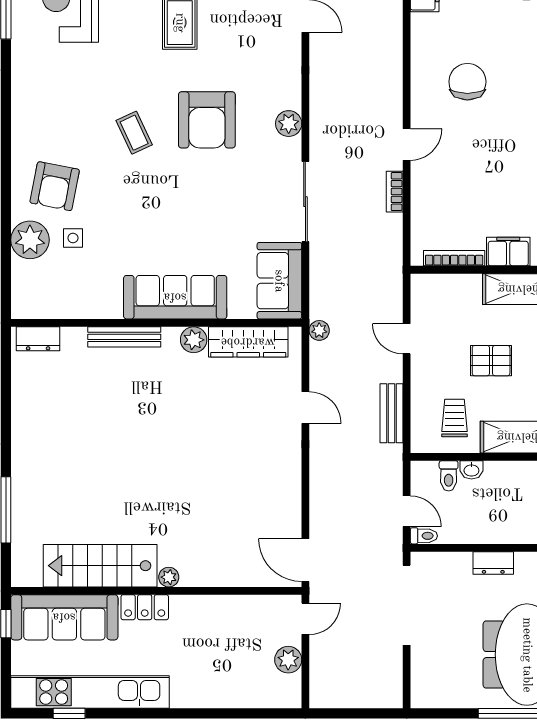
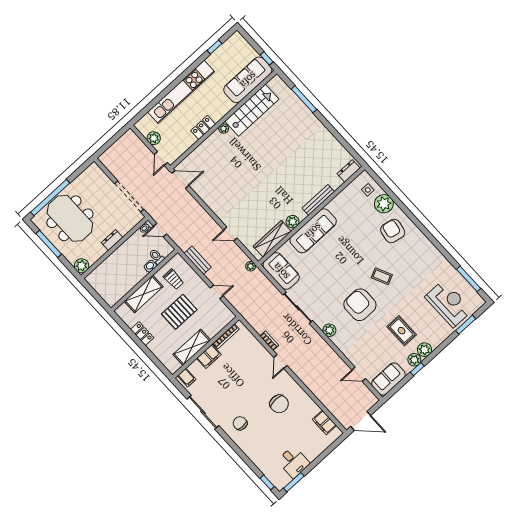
side table: (73, 238) -> (368, 190), moved
pallet: (491, 361) -> (179, 312), width x1.50, depth x1.42
locker: (145, 607) -> (203, 127), moved
kitchen unit: (90, 692) -> (181, 92), moved

